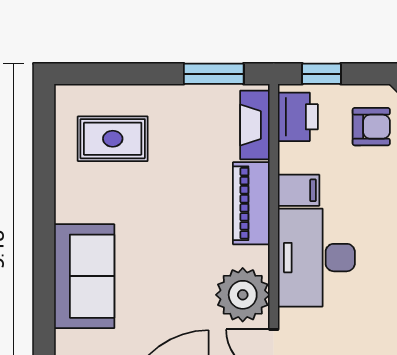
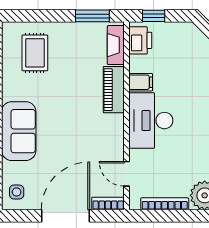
armchair: (371, 127) -> (182, 46), removed
rug: (113, 139) -> (35, 53), turned 90
plant: (243, 295) -> (109, 142), removed

